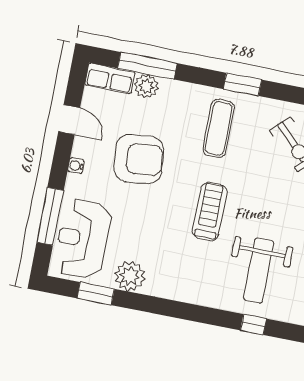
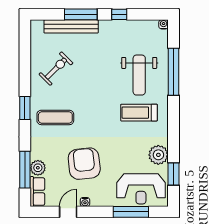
water cooler: (76, 166) -> (85, 202), moved
treadmill: (210, 212) -> (139, 113), moved
weight bench: (259, 271) -> (139, 75), turned 90
window: (253, 325) -> (174, 72), width x3.17

